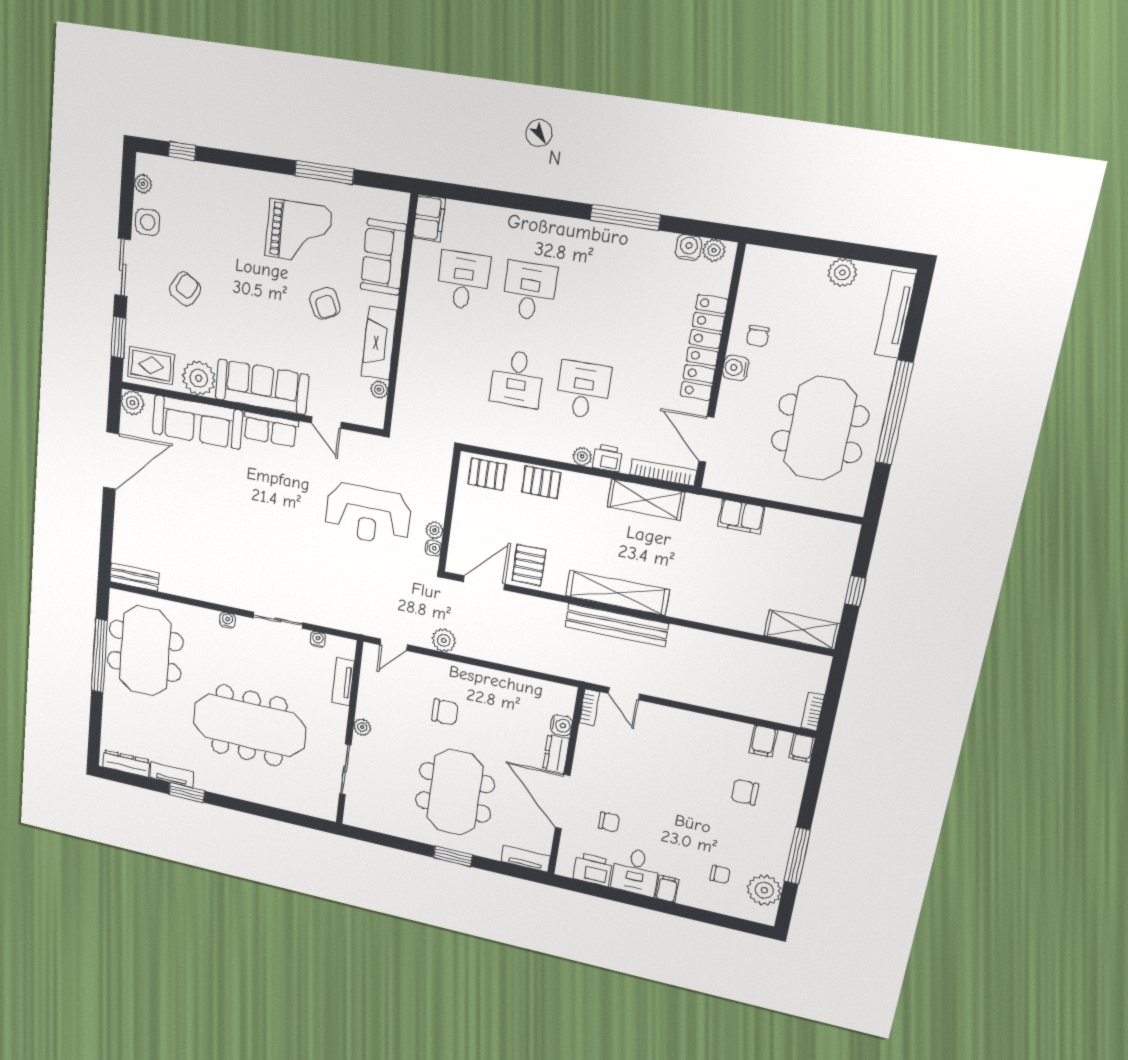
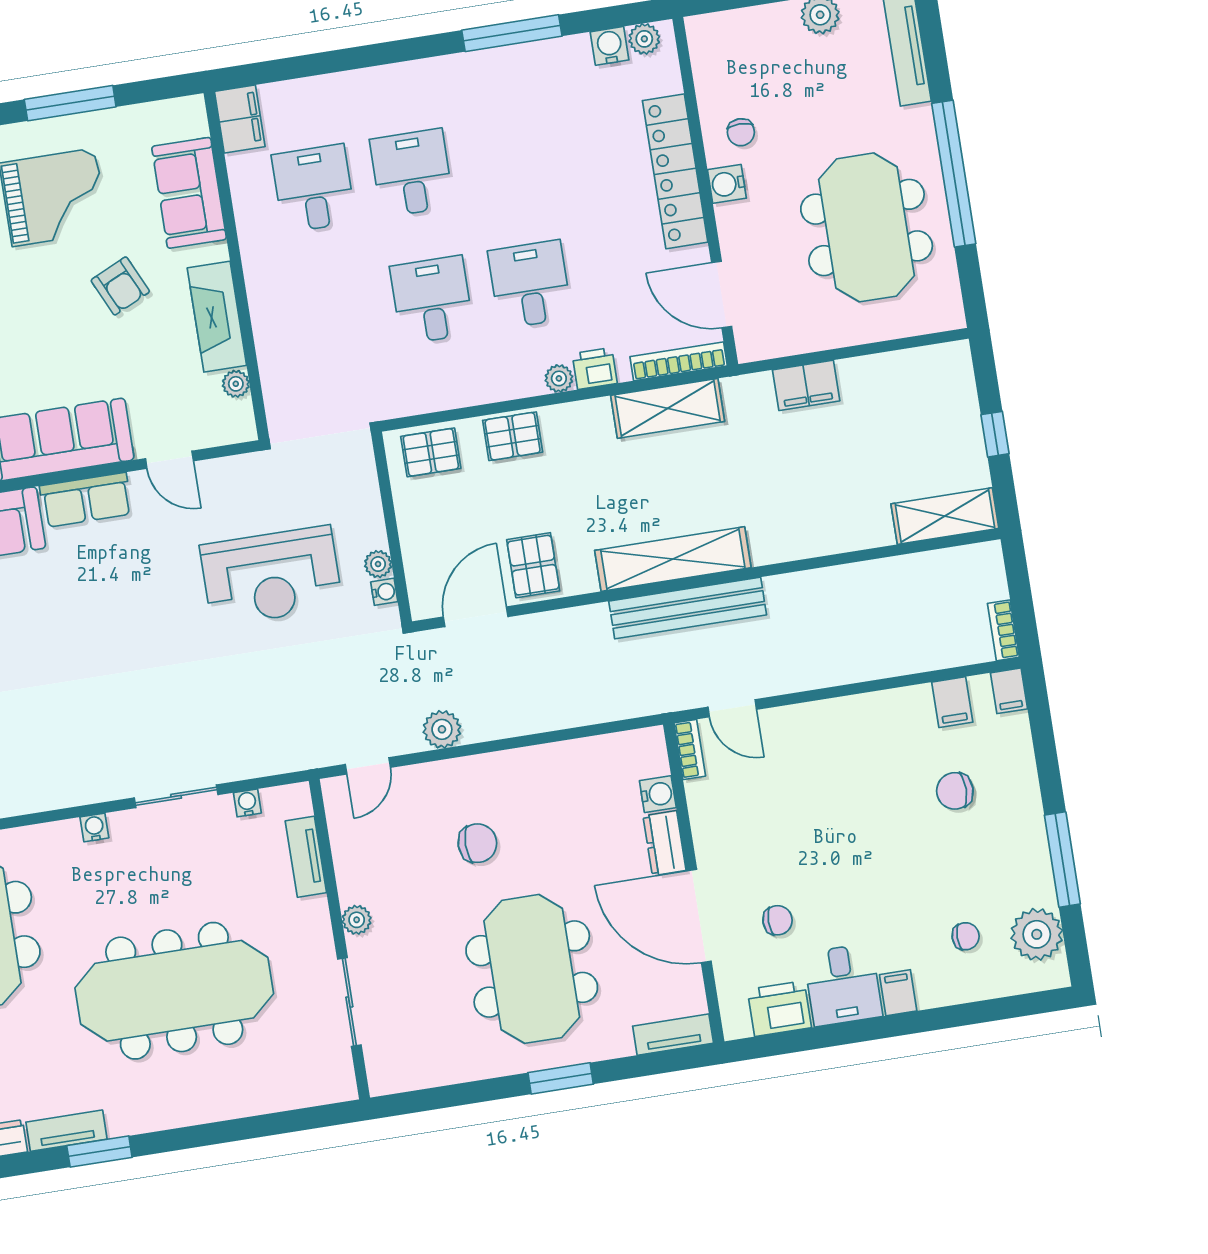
desk: (517, 379) -> (432, 300), turned 180

